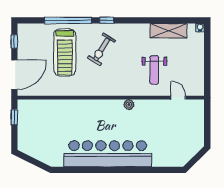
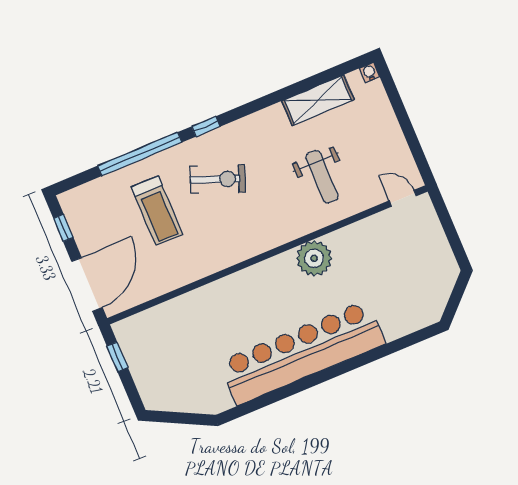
exercise bike: (102, 49) -> (218, 179), turned -101
treadmill: (65, 52) -> (157, 211), width x0.73, depth x0.73
door: (178, 98) -> (403, 198), moved
plant: (129, 105) -> (314, 258), width x1.88, depth x1.88

